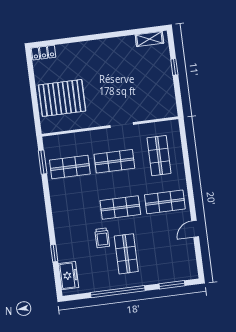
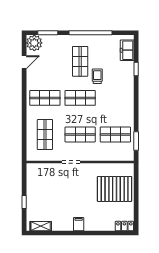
filing cabinet: (102, 48) -> (79, 224), added
door: (195, 229) -> (24, 62), moved
plant: (187, 270) -> (34, 43), added

